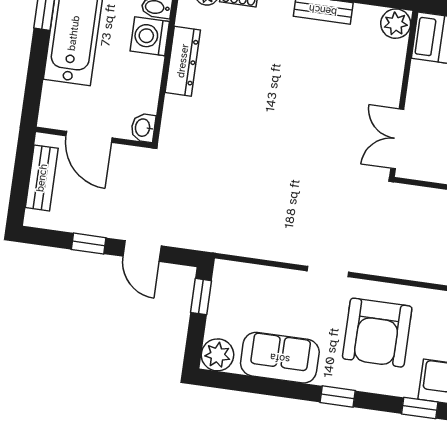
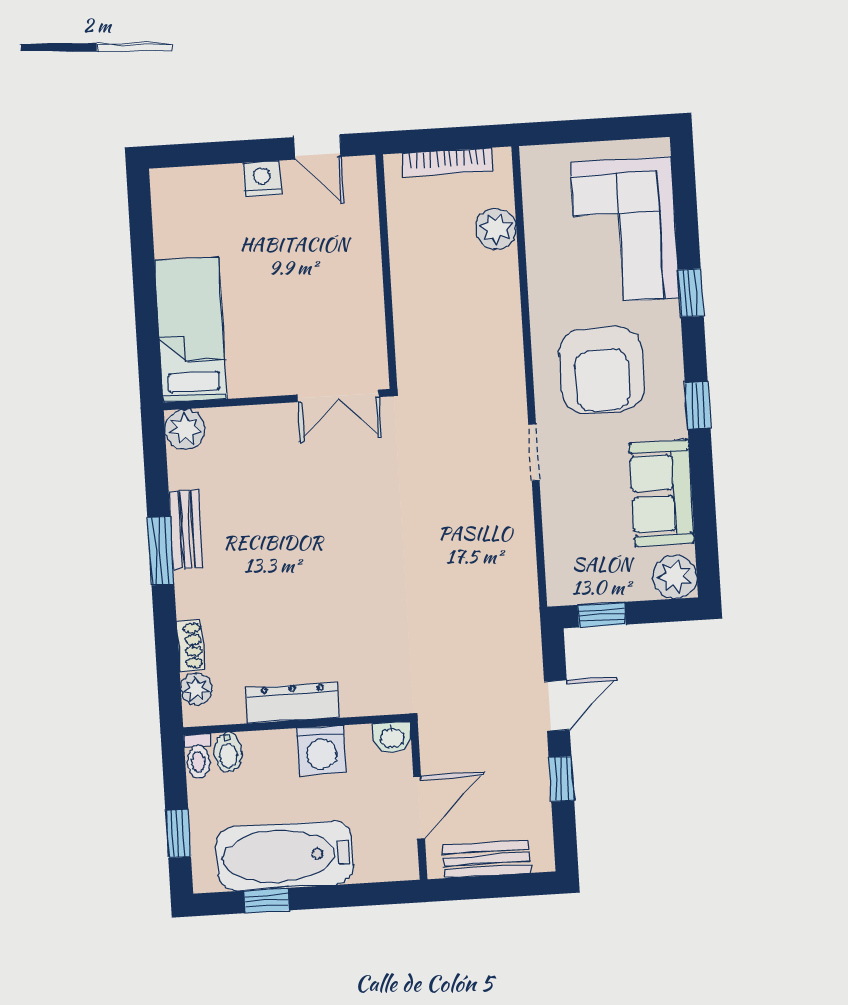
washing machine: (150, 36) -> (321, 750), moved
armchair: (377, 333) -> (602, 370), turned 90

